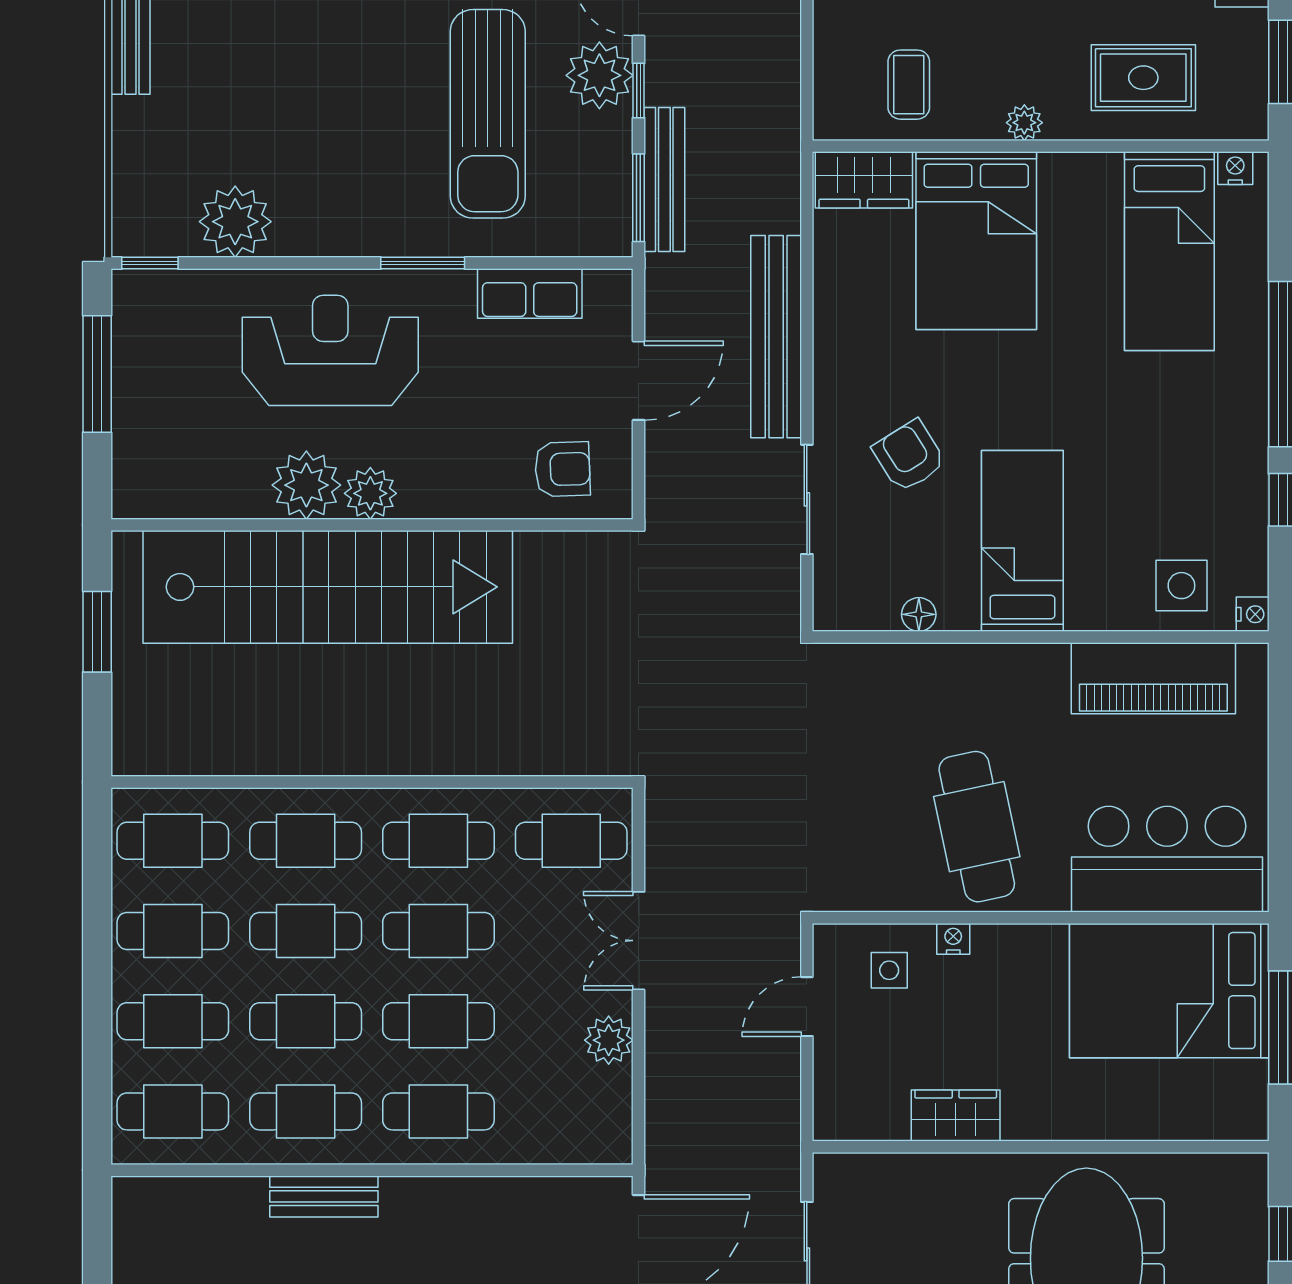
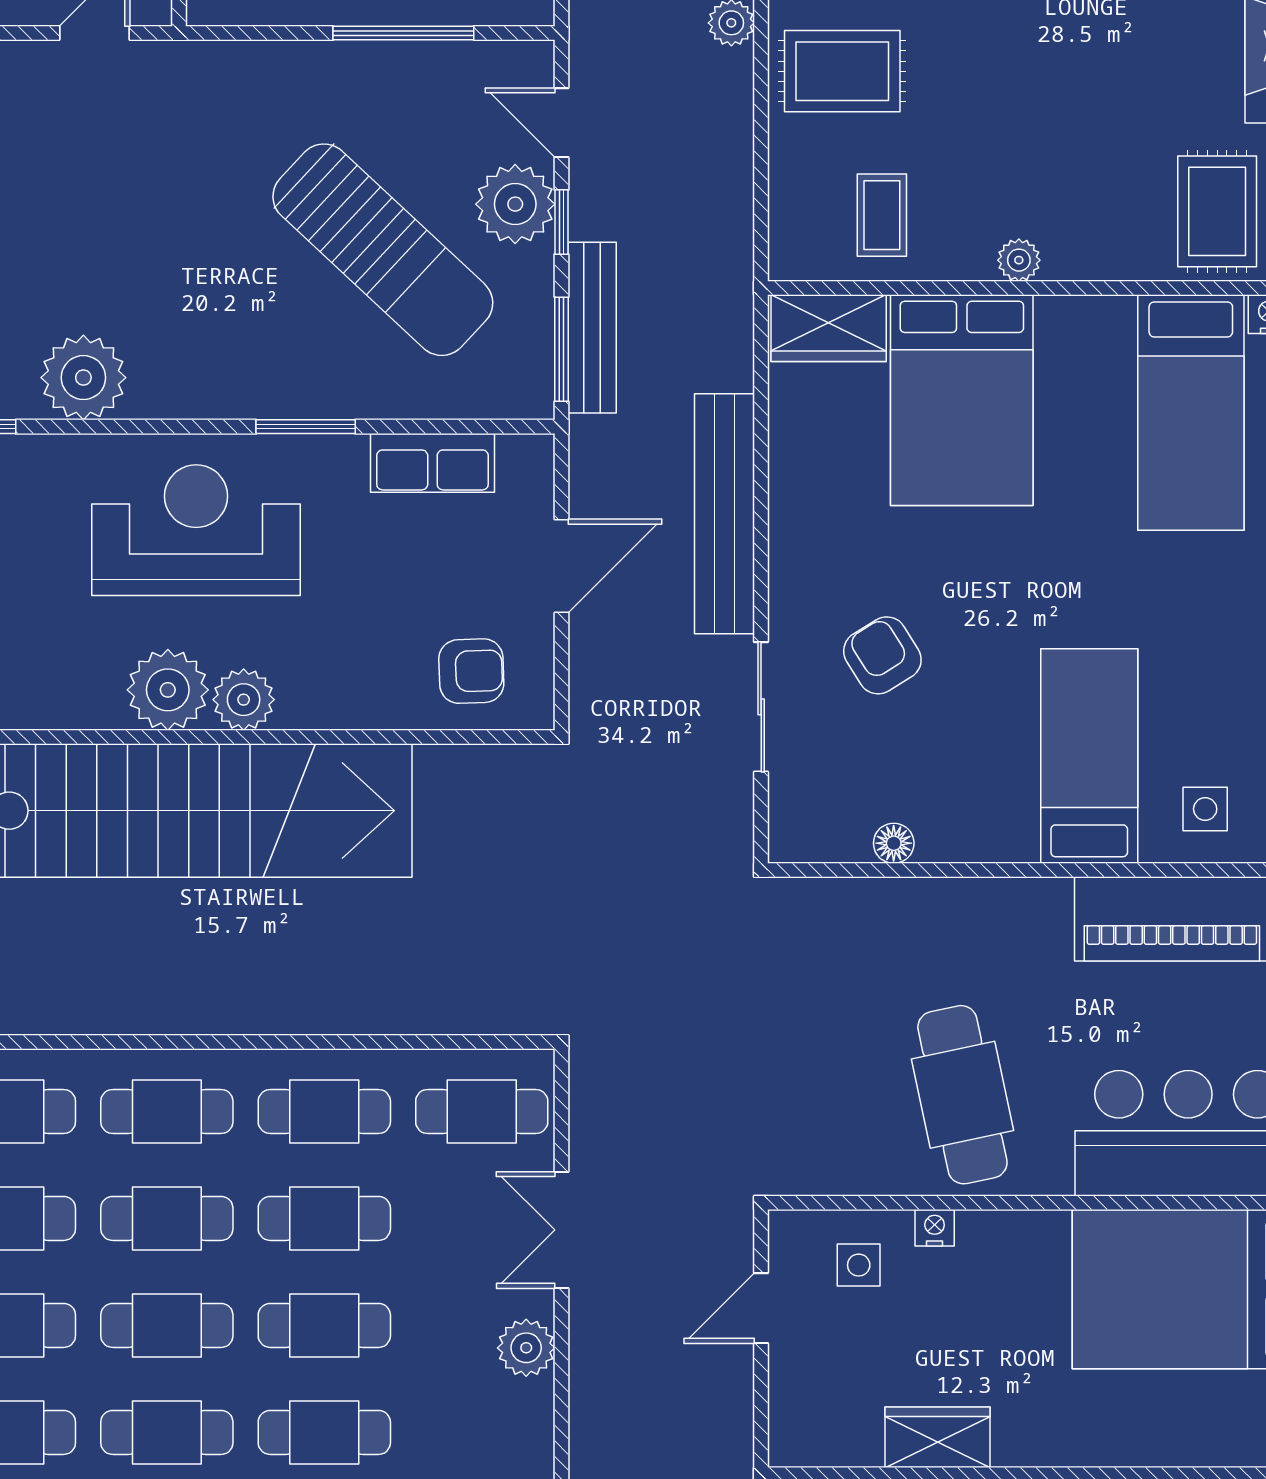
rug: (1143, 78) -> (1217, 211), moved, turned 90
sun lounger: (488, 114) -> (383, 250), turned -47
bed: (1022, 541) -> (1089, 756), moved
side table: (1181, 586) -> (1205, 809), width x0.73, depth x0.73

